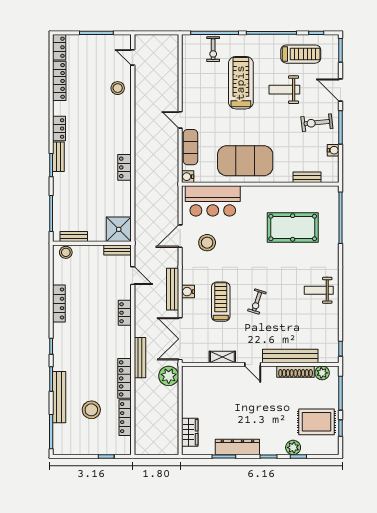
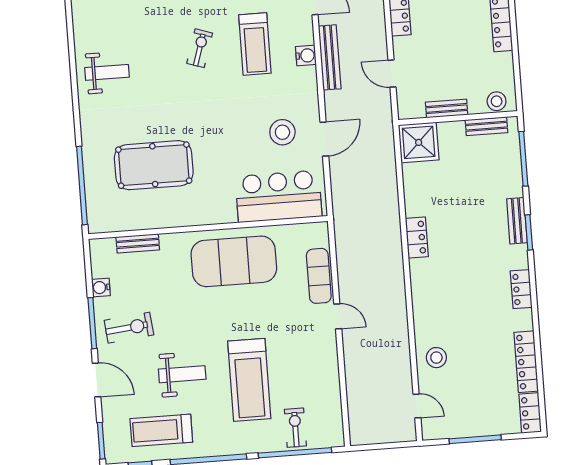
bench: (58, 157) -> (517, 221), moved
water cooler: (188, 177) -> (320, 231), removed
bench: (117, 250) -> (447, 109), moved

